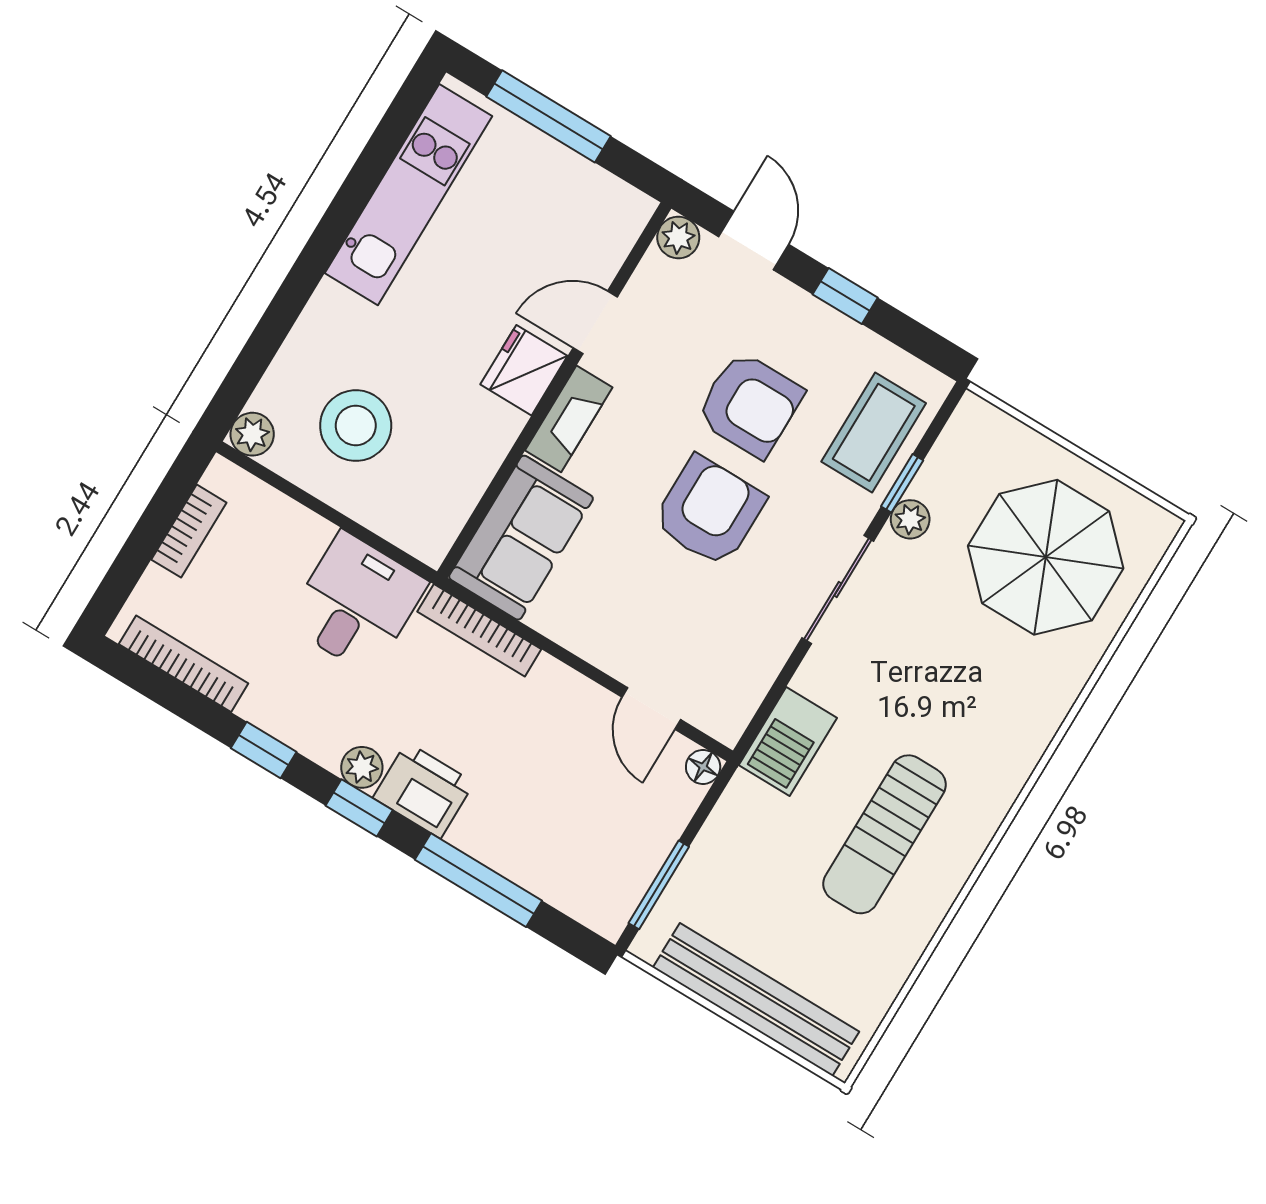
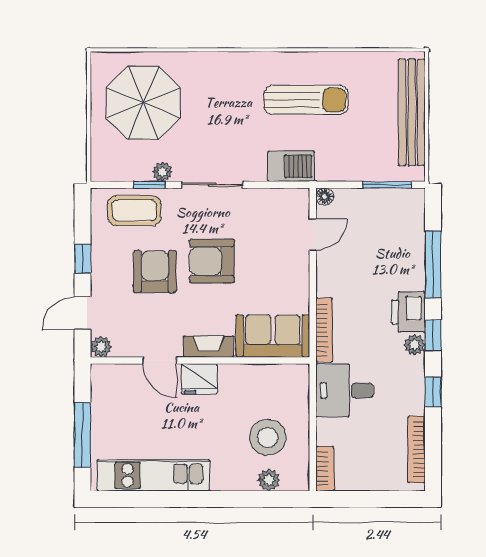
plant: (252, 434) -> (269, 480), moved
bookcase: (189, 531) -> (325, 469), moved, turned 90

